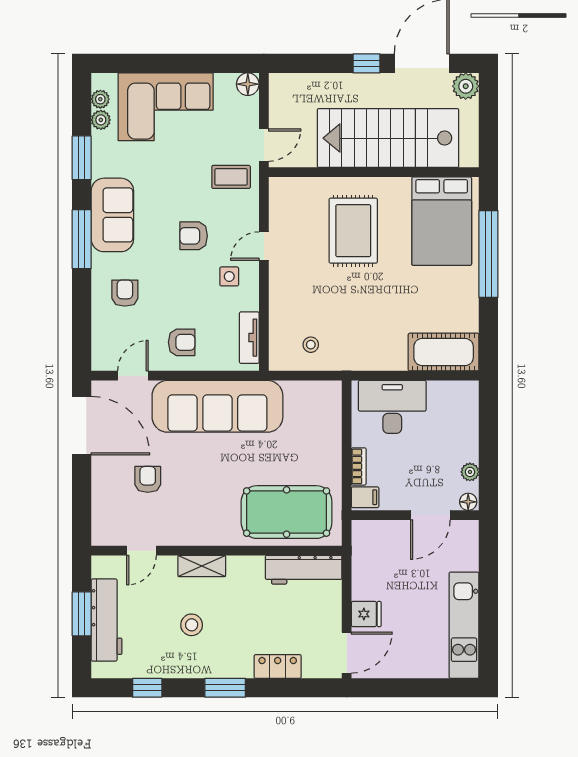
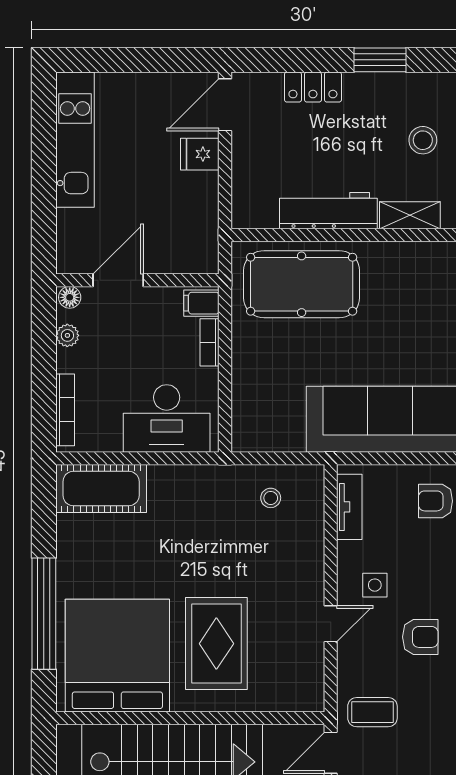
bed: (442, 221) -> (117, 656), width x1.36
bookcase: (472, 414) -> (65, 410), added
workbench: (304, 570) -> (328, 211), moved

